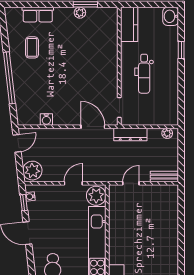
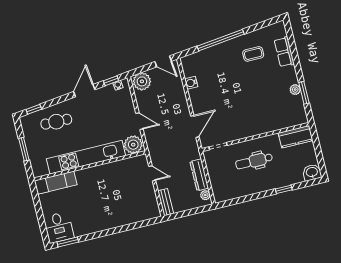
dresser: (130, 134) -> (199, 175), moved

